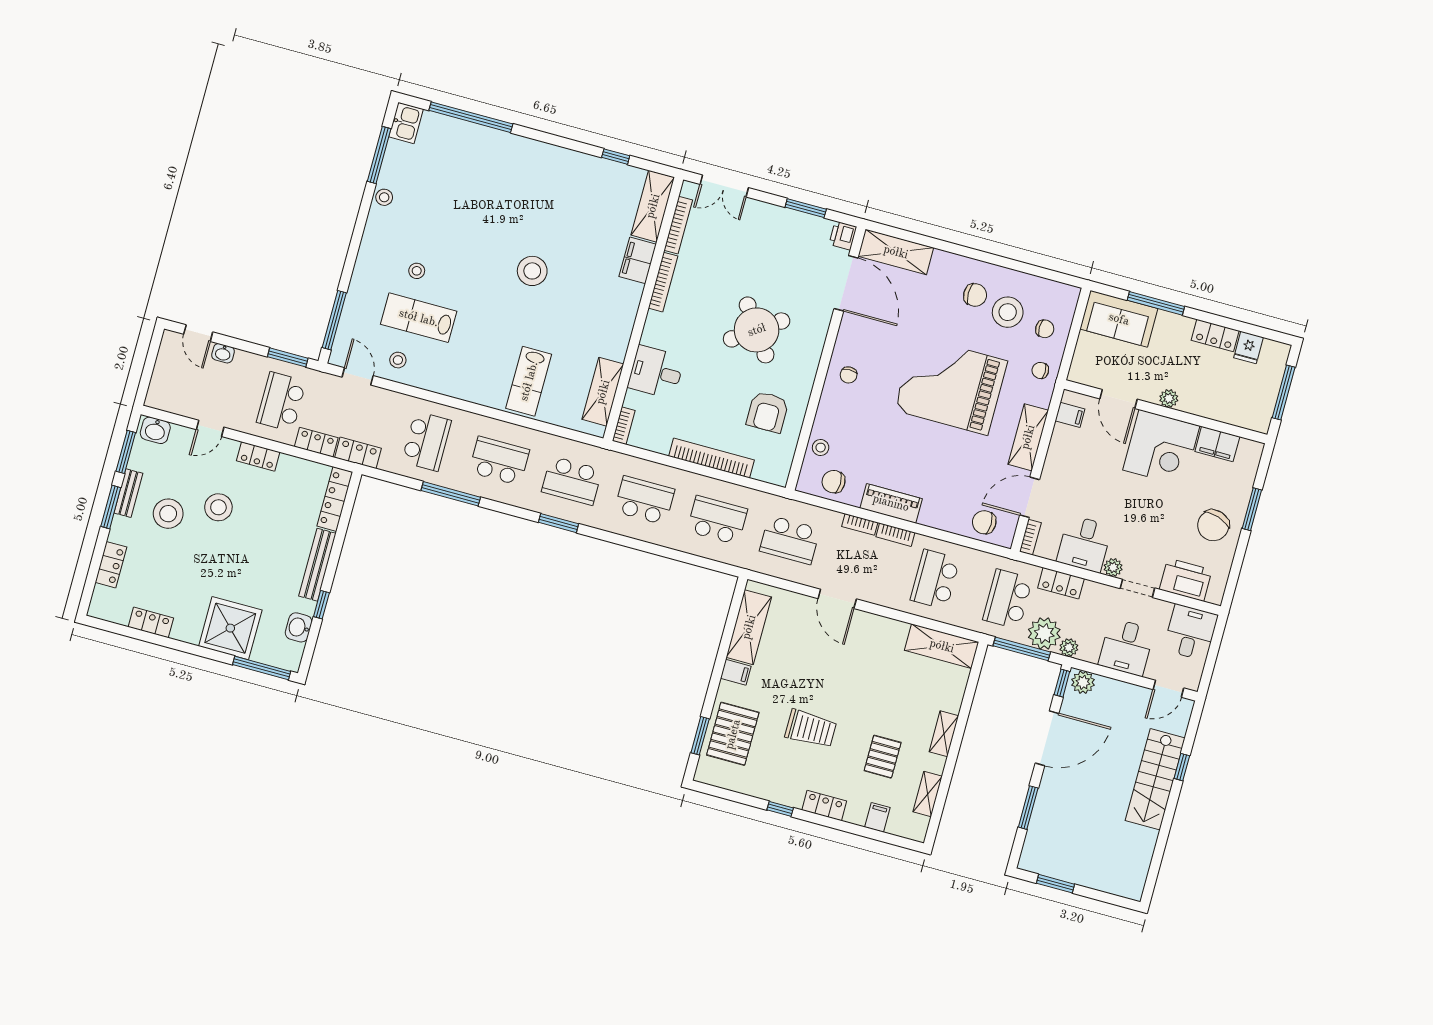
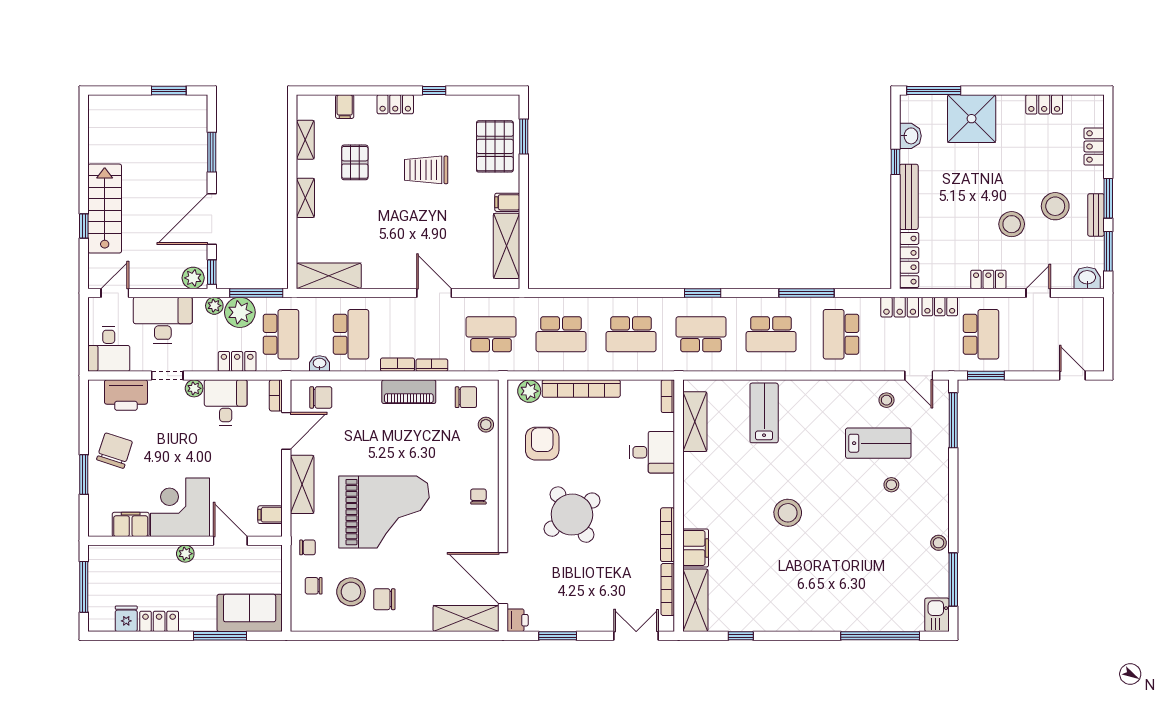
washbasin: (223, 353) -> (320, 364), moved
plant: (766, 470) -> (529, 391), added
desk: (1126, 647) -> (163, 320), width x1.37

